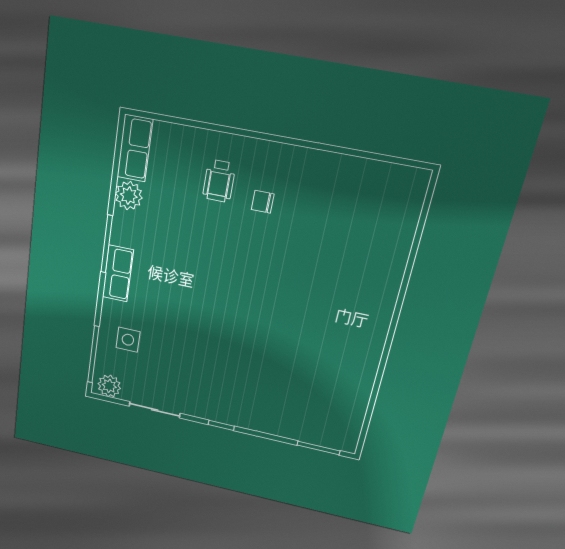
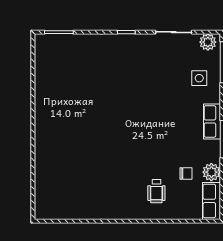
wheelchair: (219, 181) -> (156, 191), turned 180
chair: (263, 202) -> (186, 173), moved

